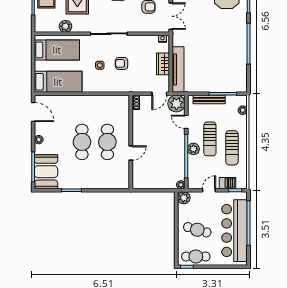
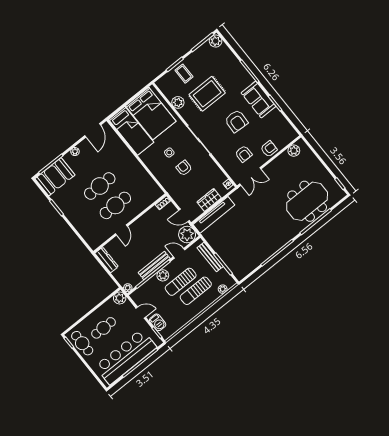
bed: (57, 50) -> (151, 114), width x1.50
door: (186, 122) -> (179, 253), hinge flipped
sun lounger: (232, 148) -> (196, 291), moved
bench: (180, 150) -> (154, 266), added
door: (131, 153) -> (121, 230), hinge flipped
dresser: (145, 184) -> (107, 260), added
cafe table: (197, 230) -> (104, 328), turned 74

